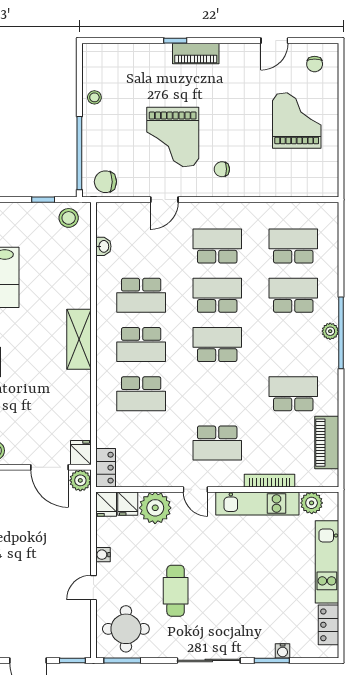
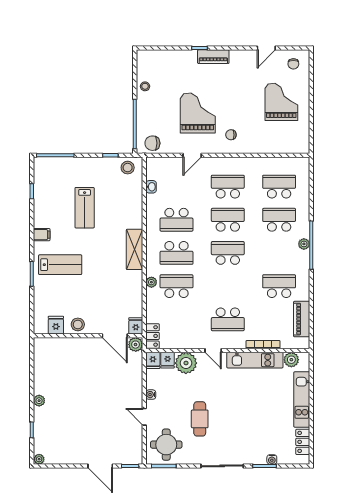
grand piano: (173, 137) -> (198, 113), turned 180
plant: (104, 388) -> (151, 282), added
school desk: (141, 394) -> (176, 286), turned 180
door: (93, 588) -> (144, 417), hinge flipped

